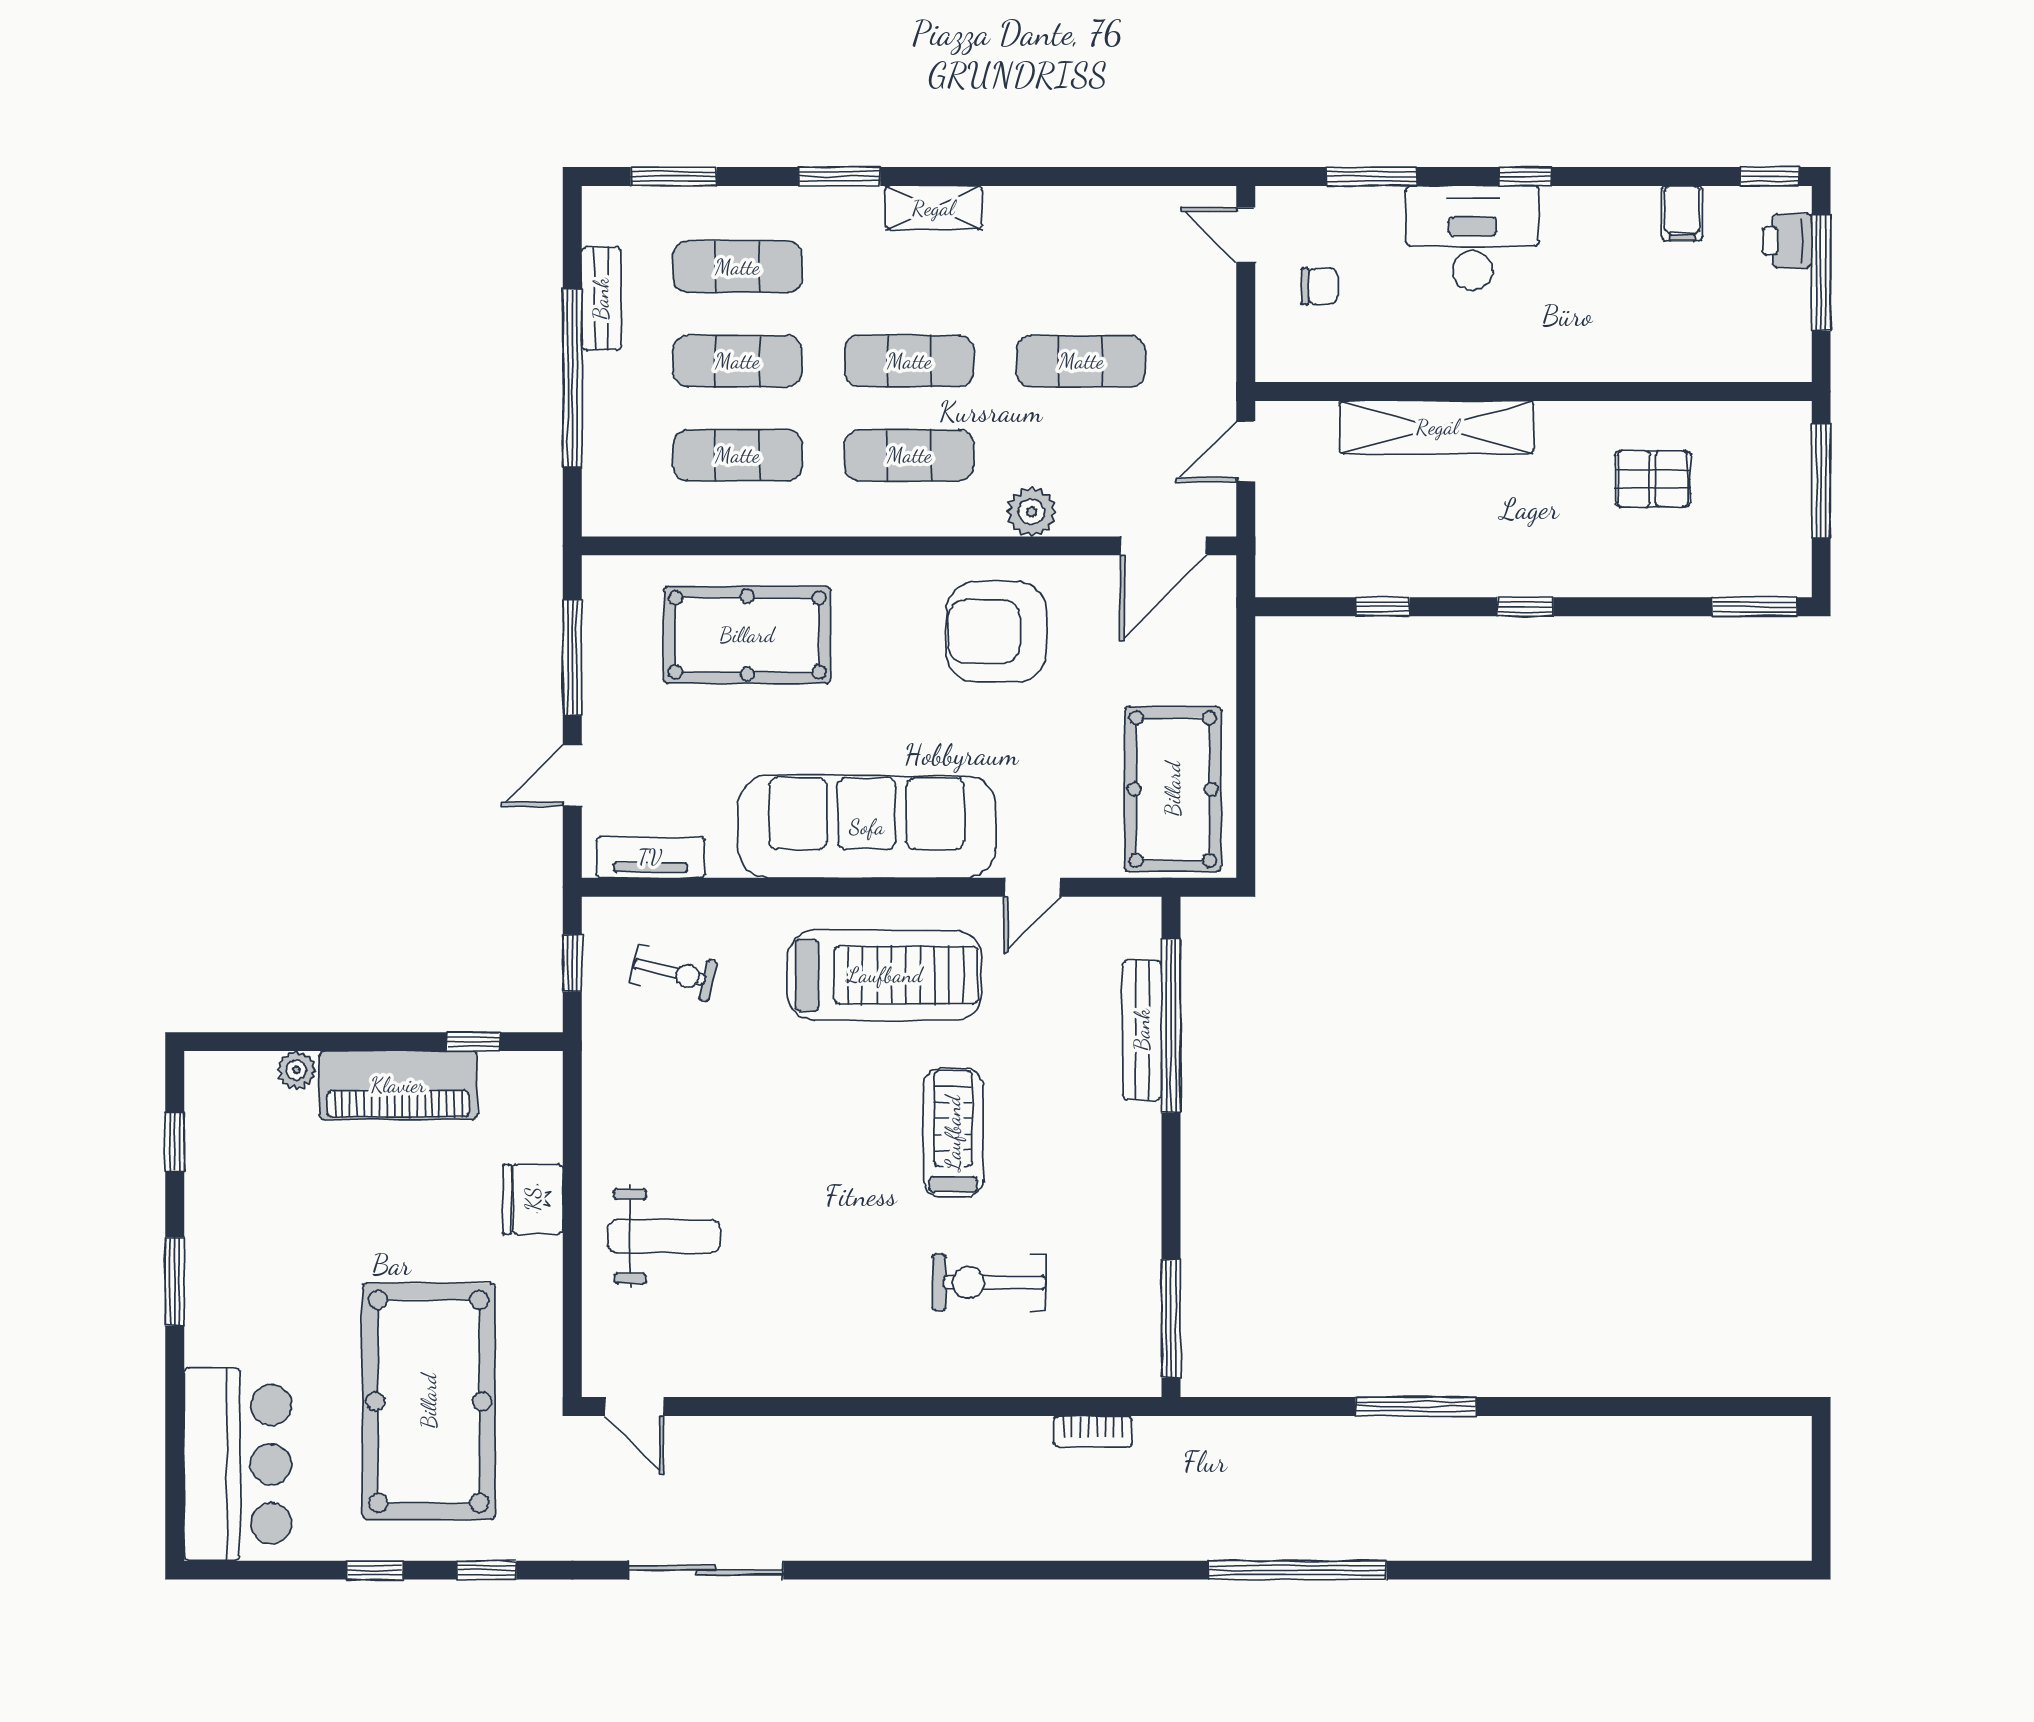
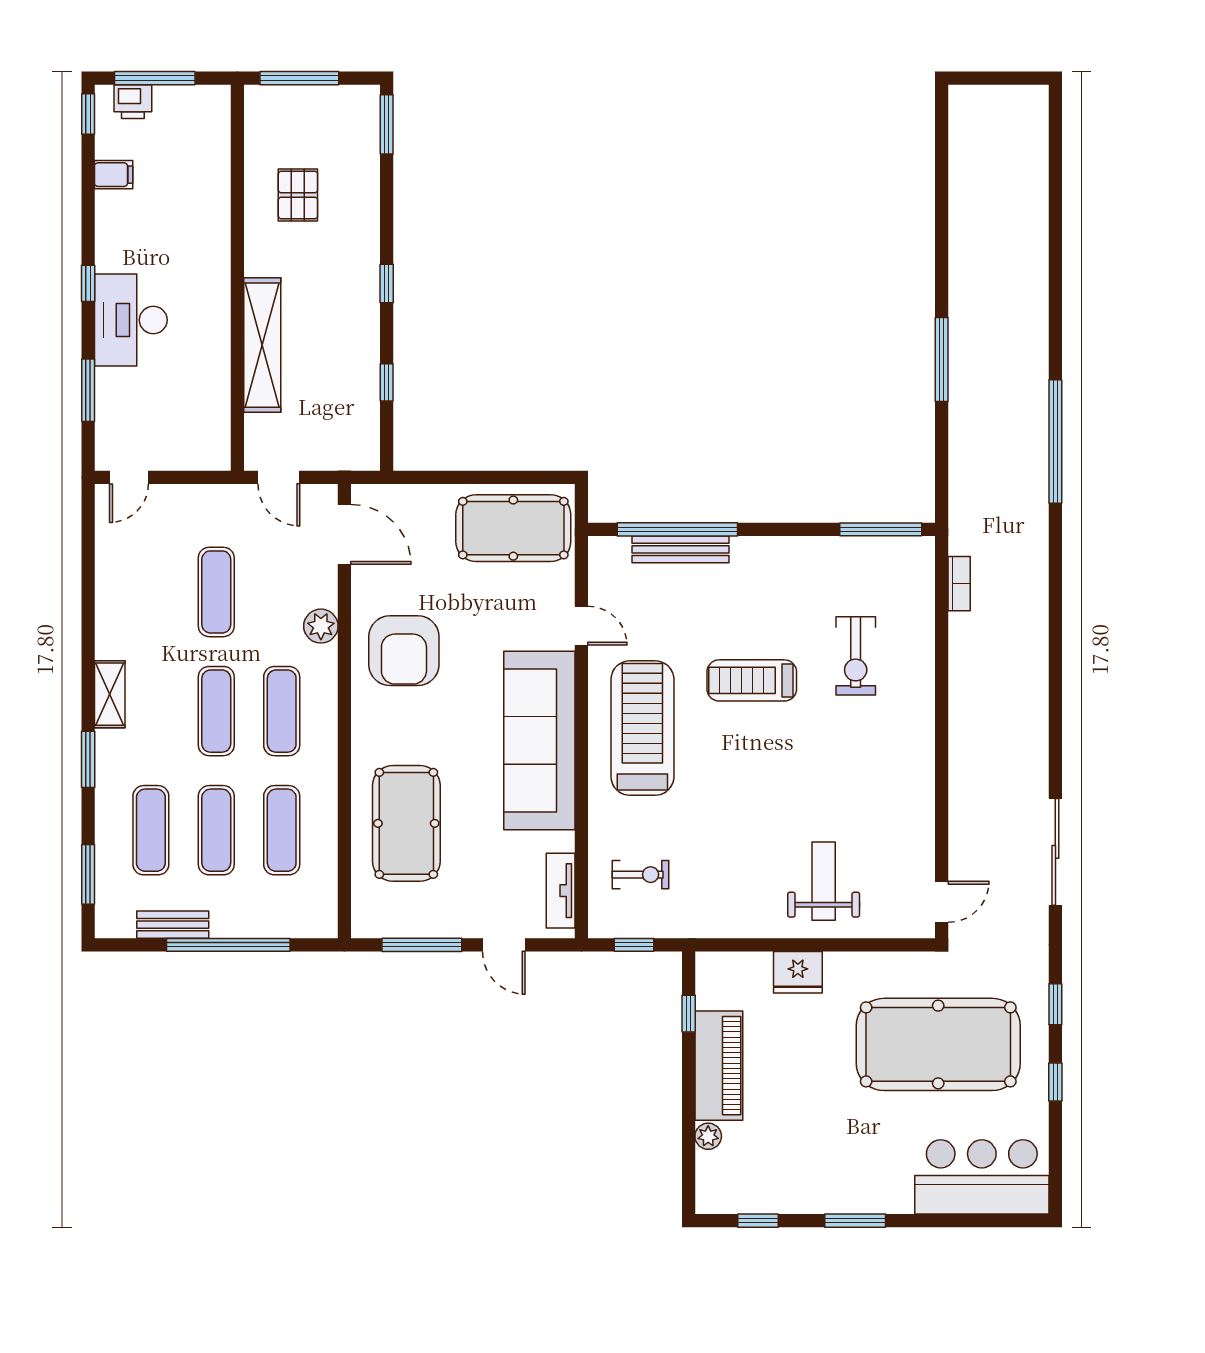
chair: (1319, 286) -> (164, 426), removed
exercise bike: (673, 972) -> (641, 875), turned 77

